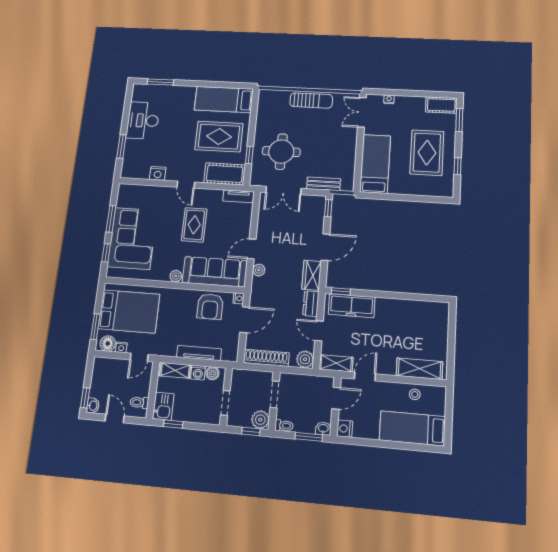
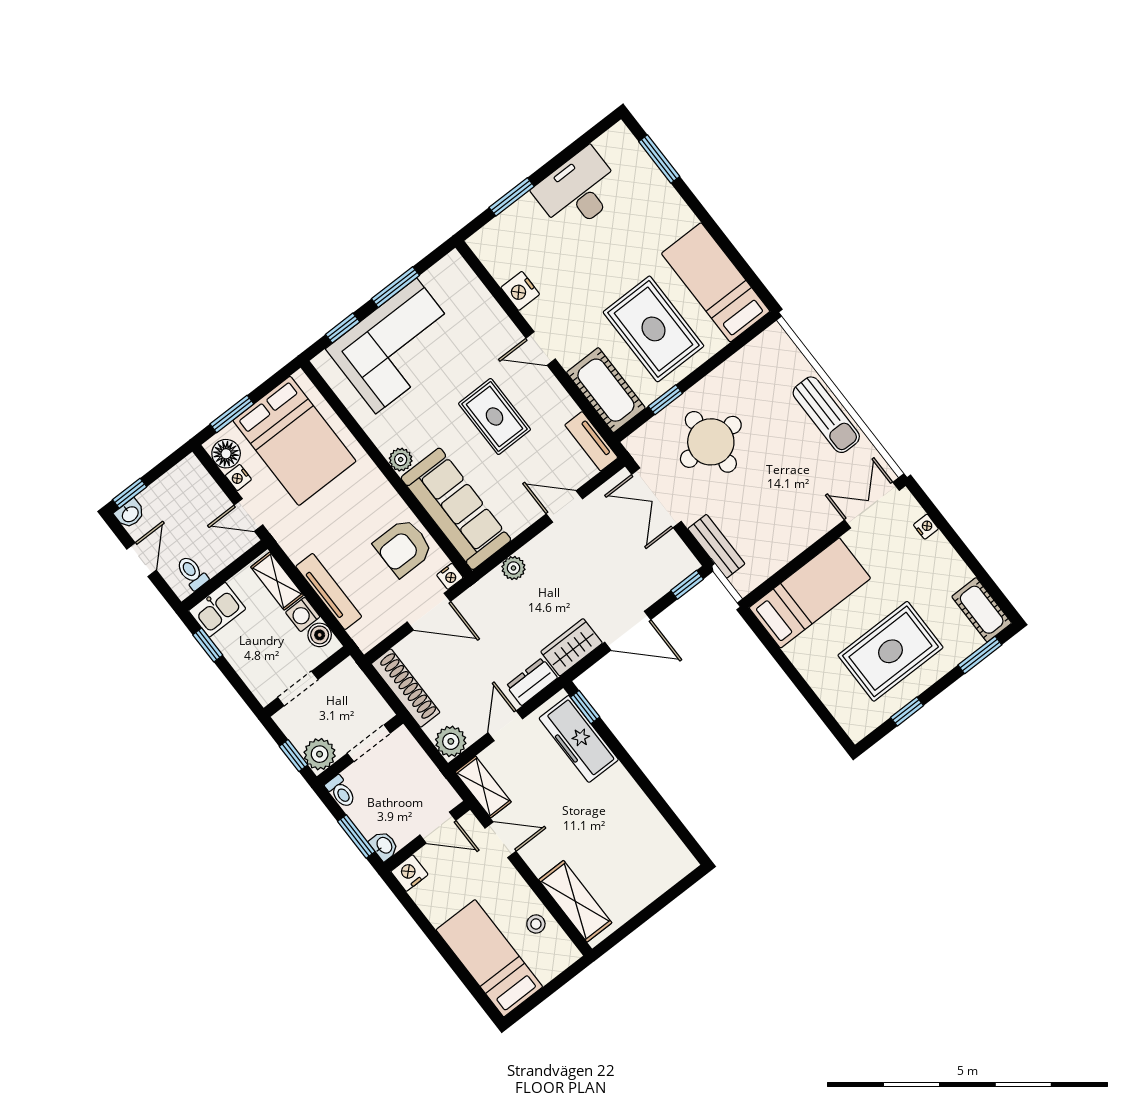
door: (186, 185) -> (541, 348), hinge flipped
rug: (194, 225) -> (495, 417), turned 90
door: (252, 249) -> (564, 506), moved

